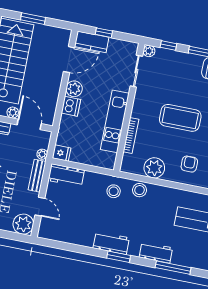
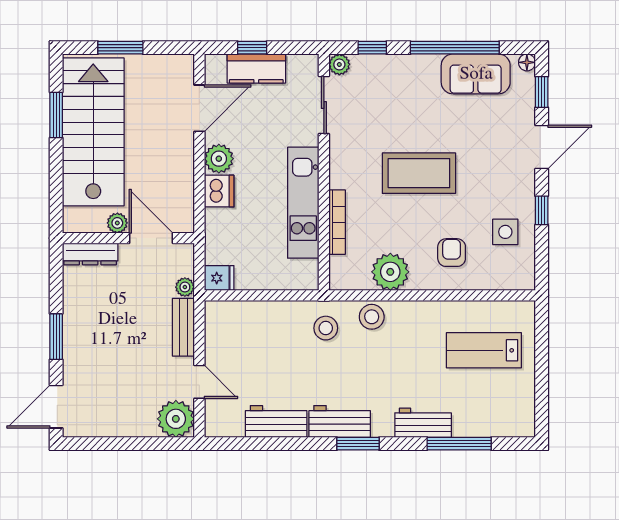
kitchen counter: (92, 42) -> (256, 69), moved
workbench: (66, 175) -> (276, 421), moved, turned 180

